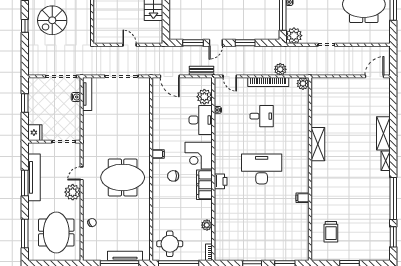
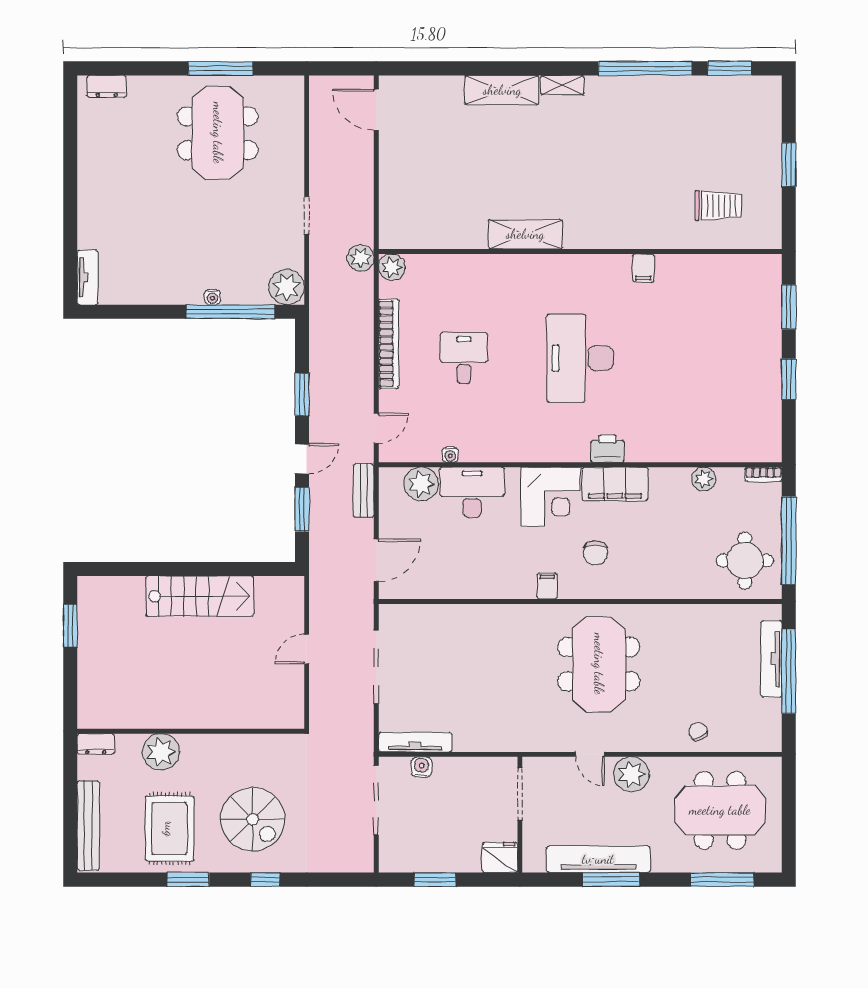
door: (216, 43) -> (302, 459), hinge flipped
plant: (280, 69) -> (361, 258), moved

